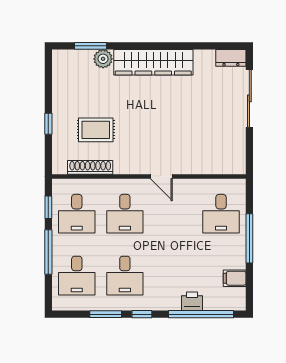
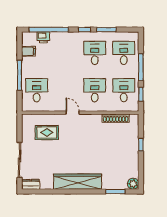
plant: (103, 59) -> (133, 184), moved
rug: (96, 130) -> (47, 133), moved
printer: (192, 301) -> (43, 37), moved

